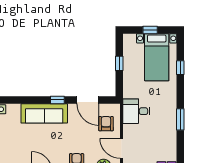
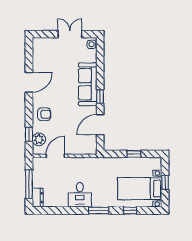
desk: (136, 111) -> (80, 195), moved, turned 180
window: (180, 119) -> (99, 211), moved
armchair: (106, 124) -> (78, 142), removed

